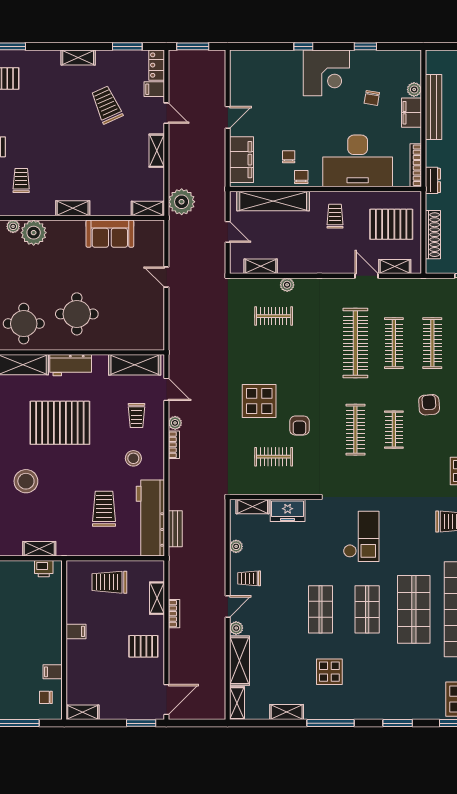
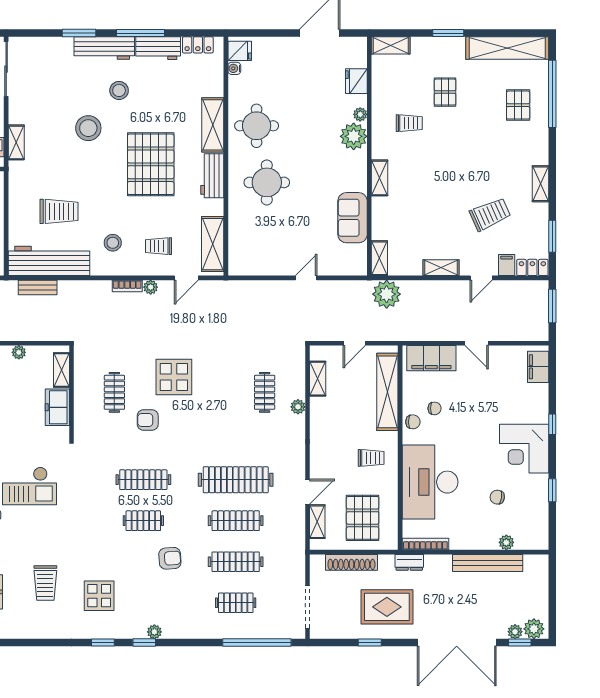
filing cabinet: (411, 113) -> (538, 367), moved, turned -90

